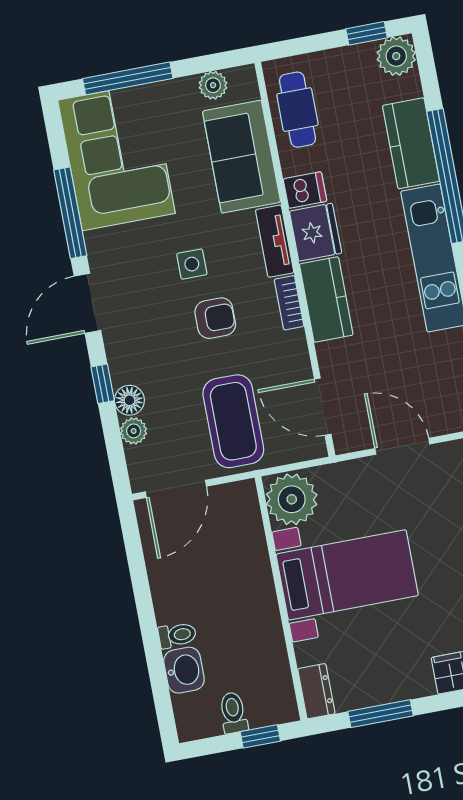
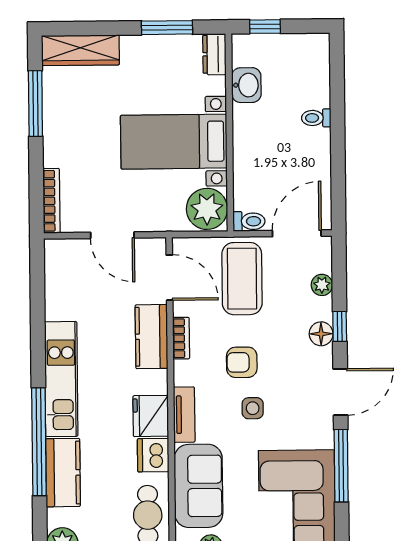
dishwasher: (305, 190) -> (153, 455), width x1.38
kitchen counter: (326, 300) -> (151, 337), moved
bookcase: (289, 303) -> (181, 338), moved
floor lamp: (129, 400) -> (321, 334), moved
washbasin: (184, 670) -> (246, 85), moved, turned 180
toilet: (233, 713) -> (249, 221), moved, turned -90

